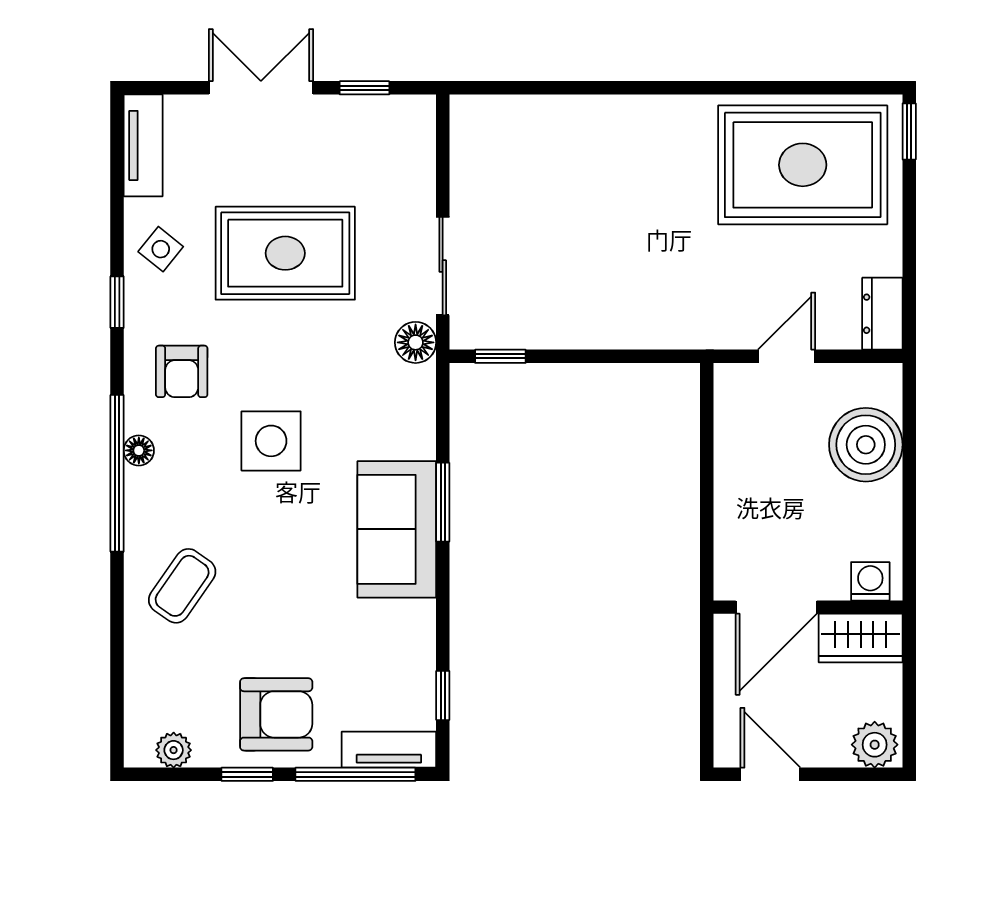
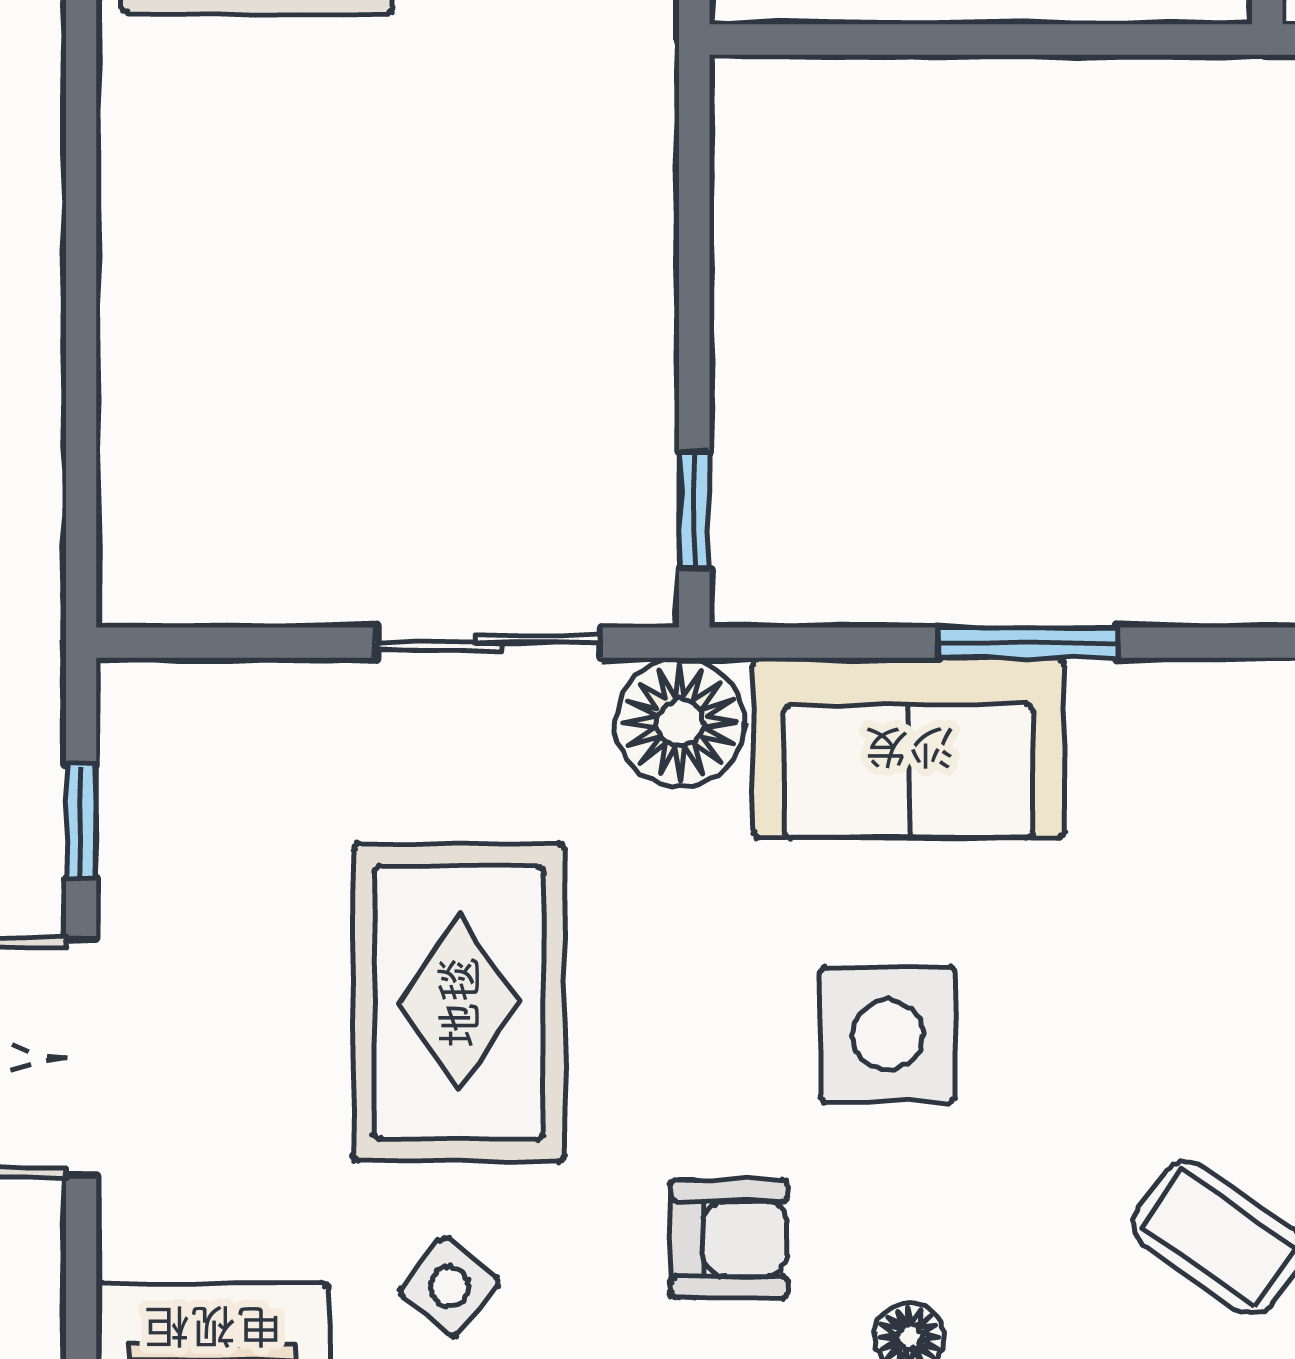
floor lamp: (416, 342) -> (680, 722), width x1.38, depth x1.38
sofa: (397, 529) -> (909, 748), moved

